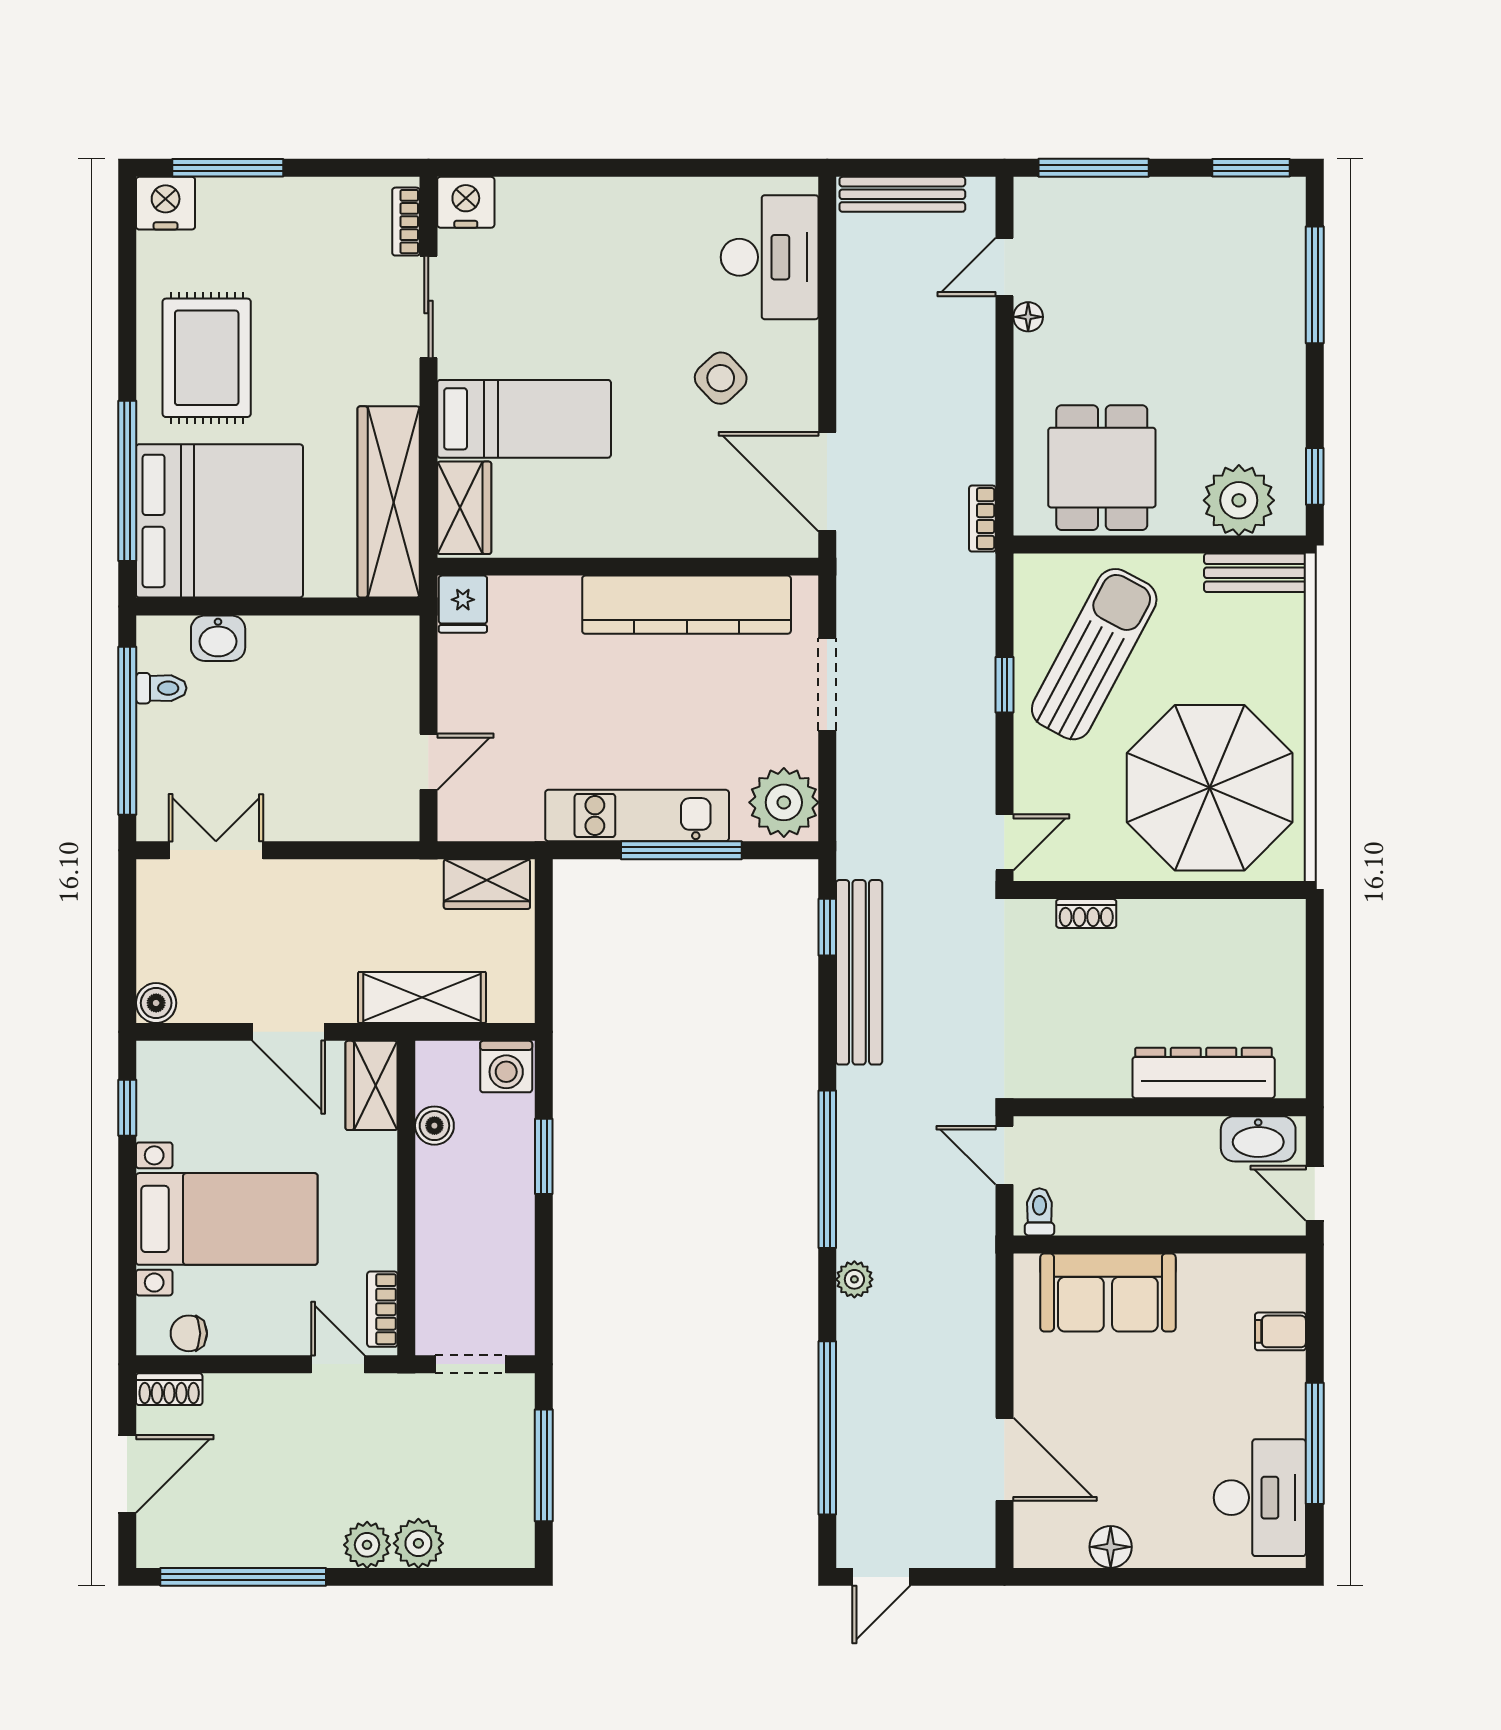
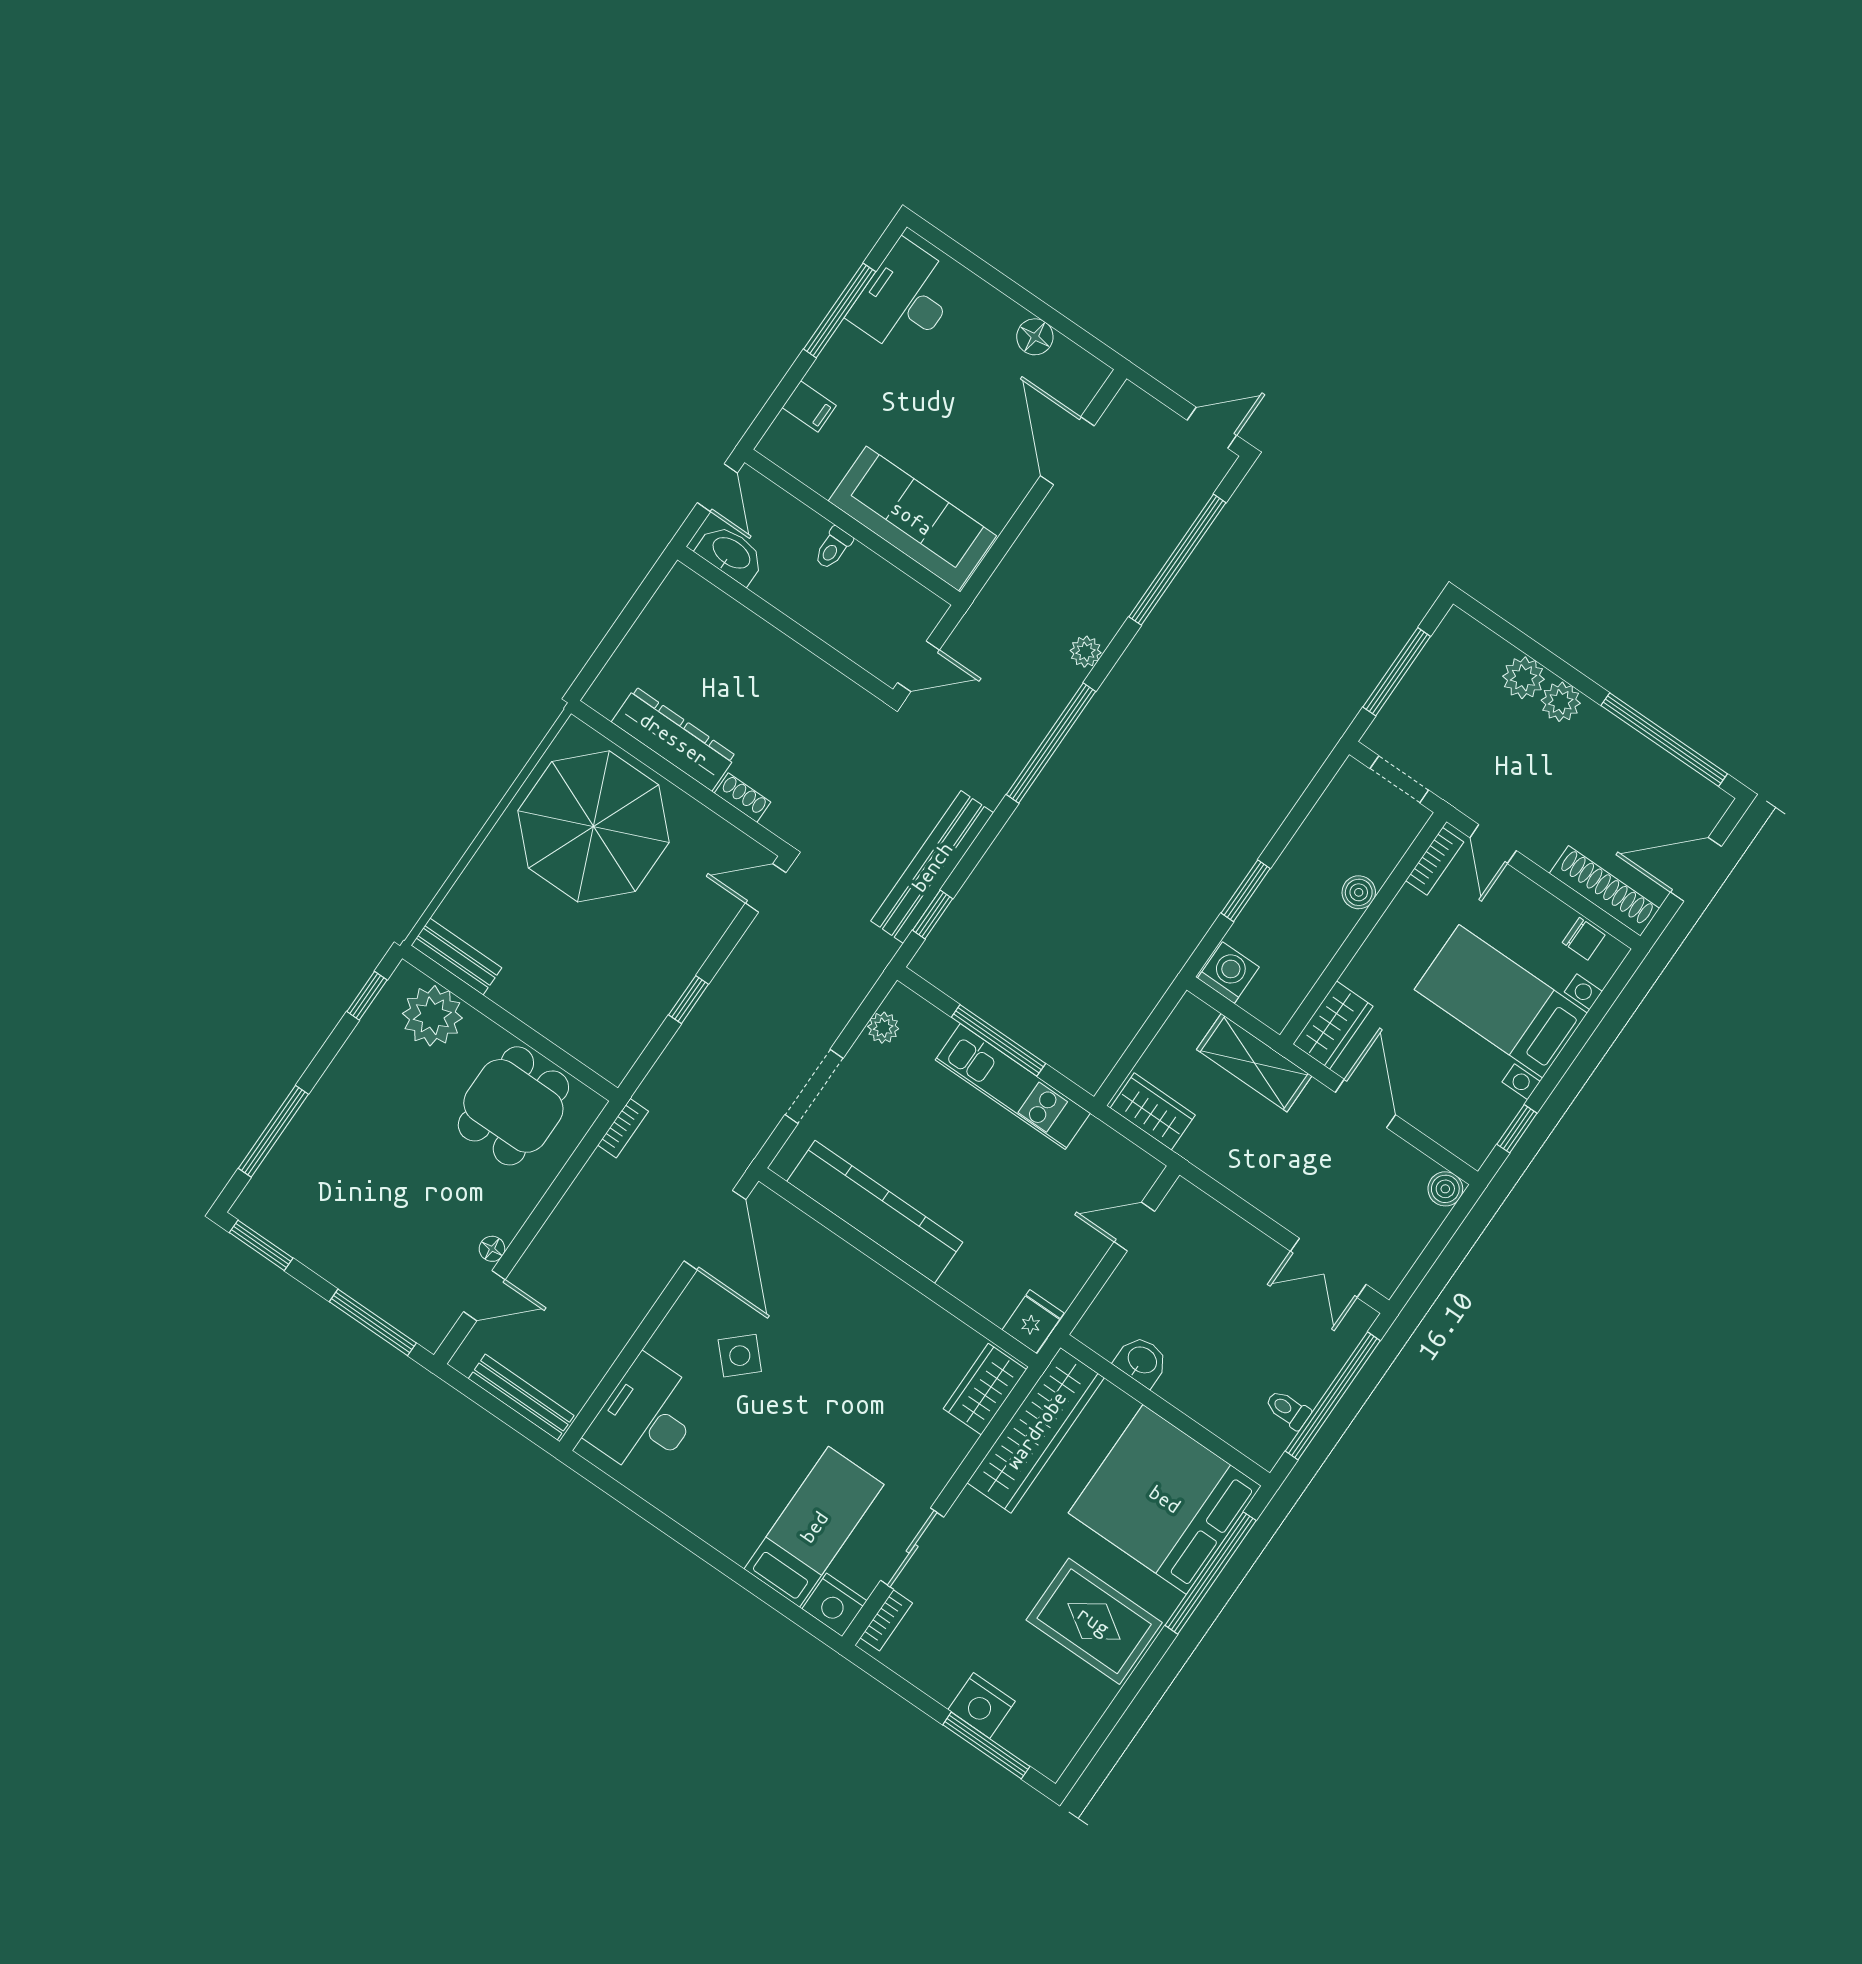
nightstand: (166, 203) -> (982, 1705), moved
rug: (207, 358) -> (1094, 1621), turned 90
bed: (524, 419) -> (814, 1527), moved, turned 90
washbasin: (218, 638) -> (1142, 1361), moved
sun lounger: (1094, 654) -> (610, 977), removed
plant: (784, 802) -> (883, 1028), width x0.53, depth x0.53
dresser: (1204, 1073) -> (674, 739), moved, turned 180
boiler: (434, 1126) -> (1359, 892), moved
door: (1004, 1155) -> (919, 666), hinge flipped
toilet: (1039, 1212) -> (833, 548), moved
sofa: (1108, 1293) -> (912, 518), width x1.36
shoe rack: (169, 1389) -> (1605, 891), width x1.94, depth x1.24

